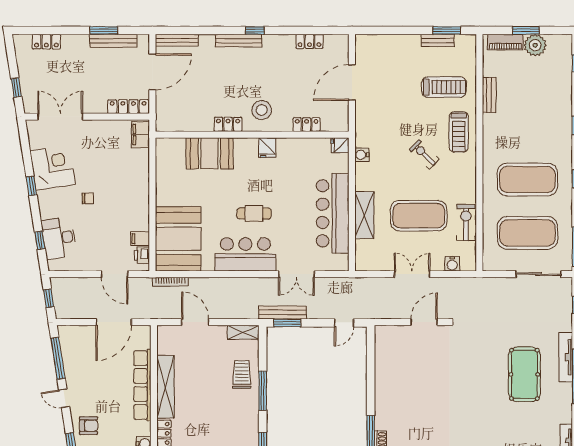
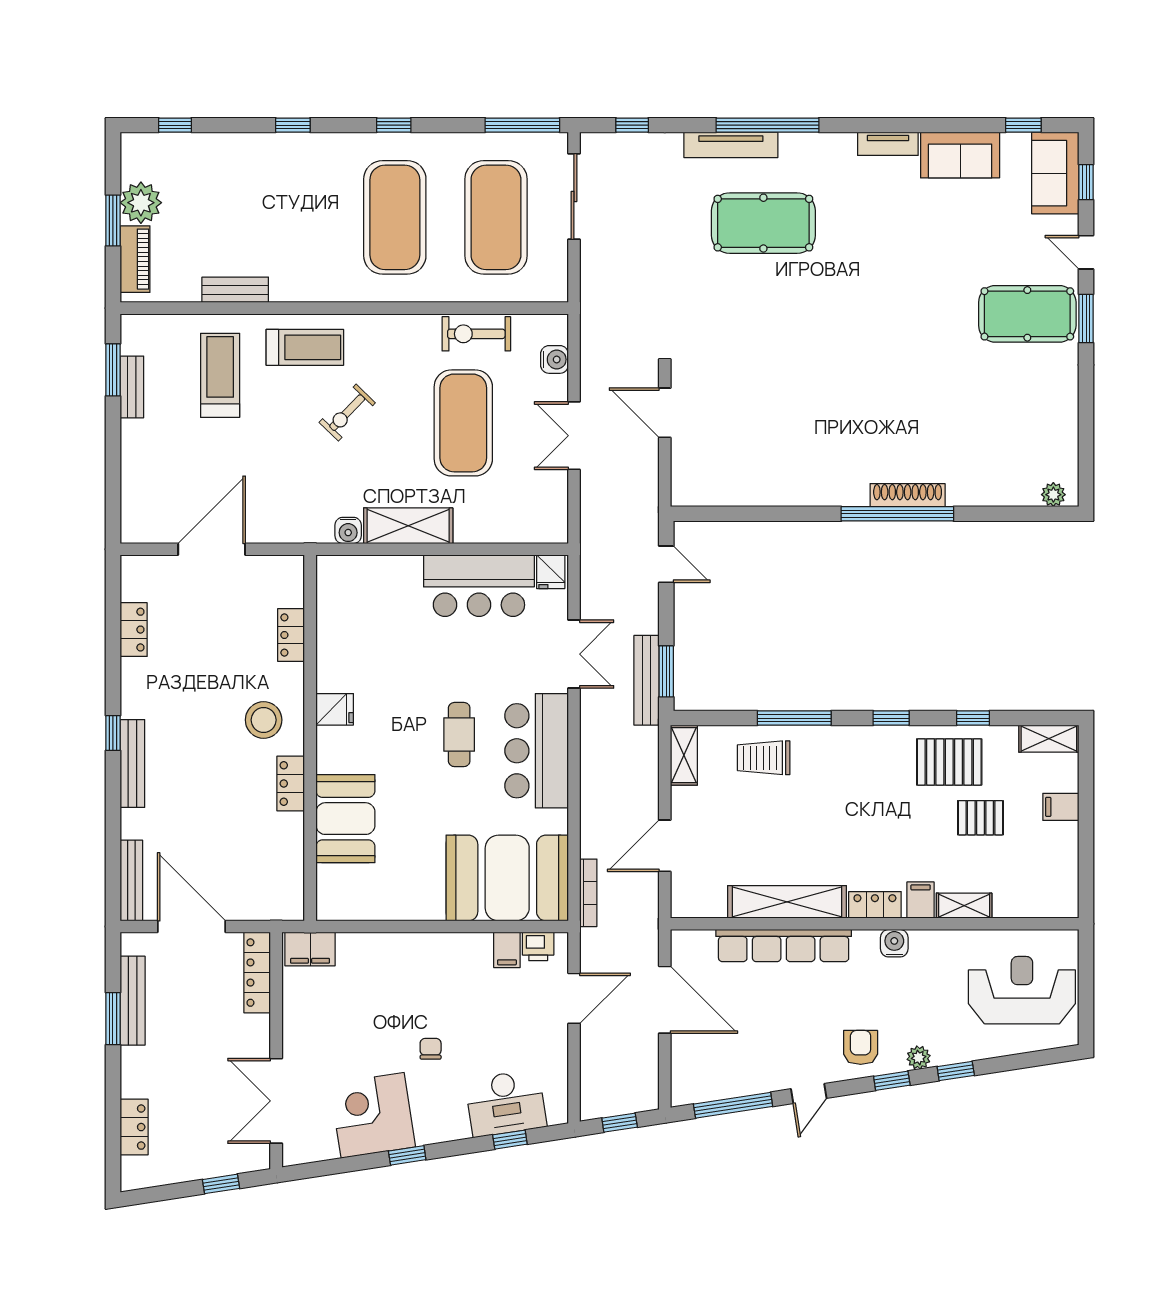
door: (352, 83) -> (212, 549), swing flipped
fridge: (340, 145) -> (551, 572), moved
bar counter: (333, 213) -> (479, 586), width x0.73
shelving: (364, 215) -> (408, 526), moved

